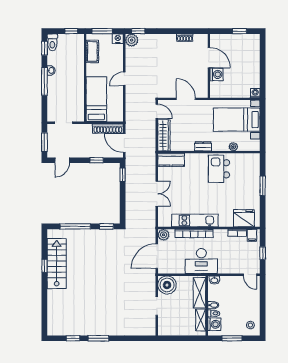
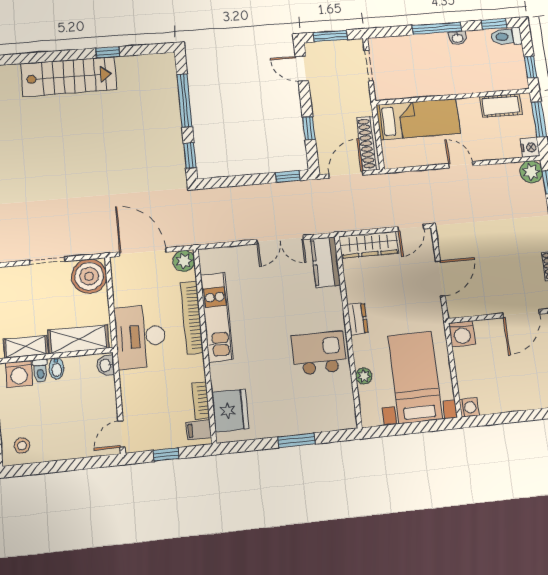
washing machine: (216, 74) -> (462, 334), moved
double door: (157, 194) -> (280, 240), moved
stairs: (57, 264) -> (69, 77), moved

